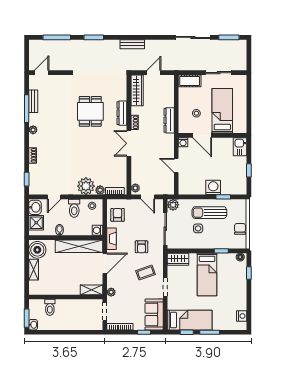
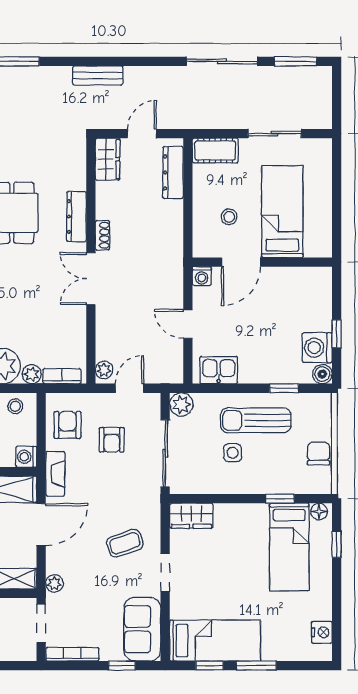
wardrobe: (137, 90) -> (108, 159), width x0.67
dresser: (169, 120) -> (173, 172), moved
door: (202, 135) -> (241, 262), hinge flipped
kitchen sink: (240, 147) -> (219, 370), moved, turned 90
washing machine: (213, 187) -> (317, 348), moved, turned -90
boiler: (242, 190) -> (322, 374), added
door: (148, 197) -> (129, 388), swing flipped
armchair: (141, 247) -> (112, 440), moved
bed: (207, 274) -> (289, 547), moved

